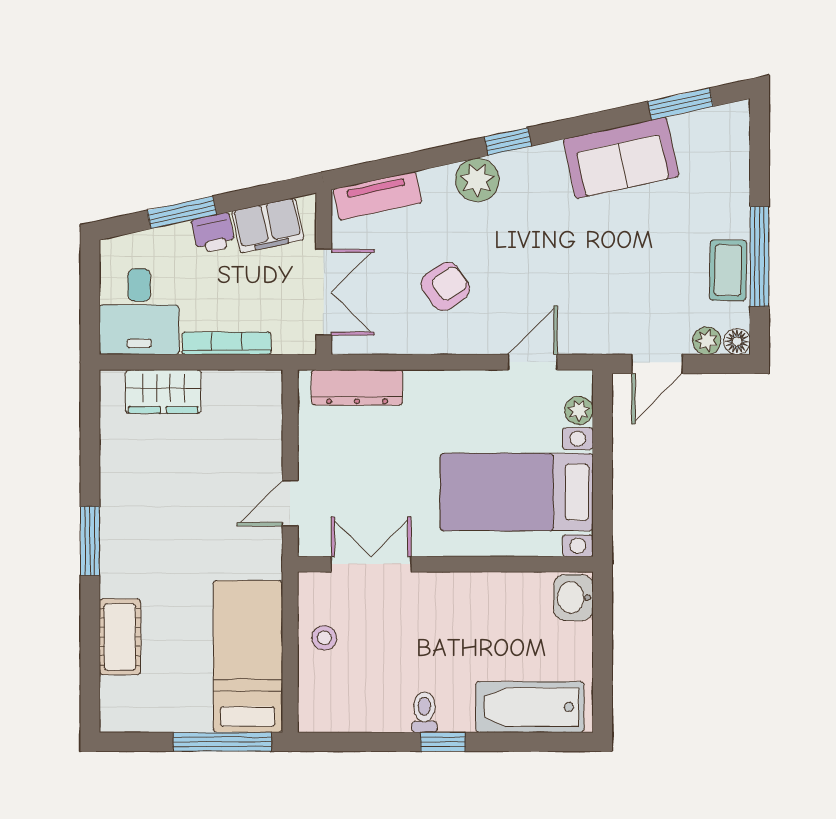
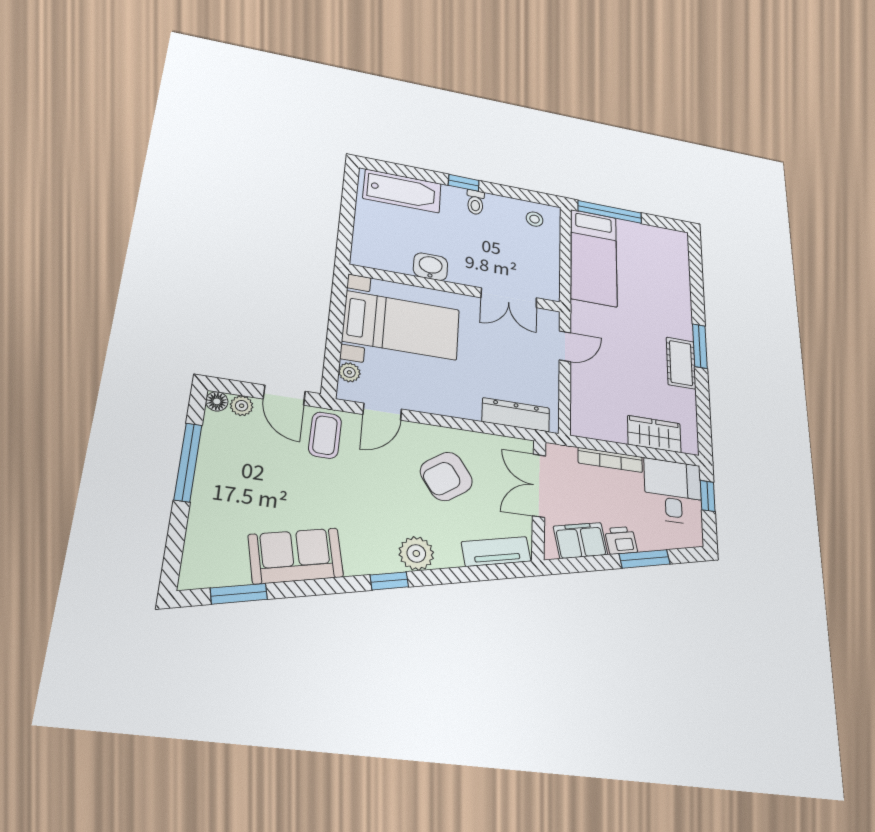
coffee table: (728, 270) -> (325, 435), moved
armchair: (445, 286) -> (446, 476), width x1.38, depth x1.38
window: (90, 312) -> (708, 496), added
door: (657, 364) -> (284, 395), swing flipped
washbasin: (573, 598) -> (431, 267), moved, turned -90
cot: (120, 637) -> (681, 363), moved
stool: (324, 638) -> (535, 219), moved

